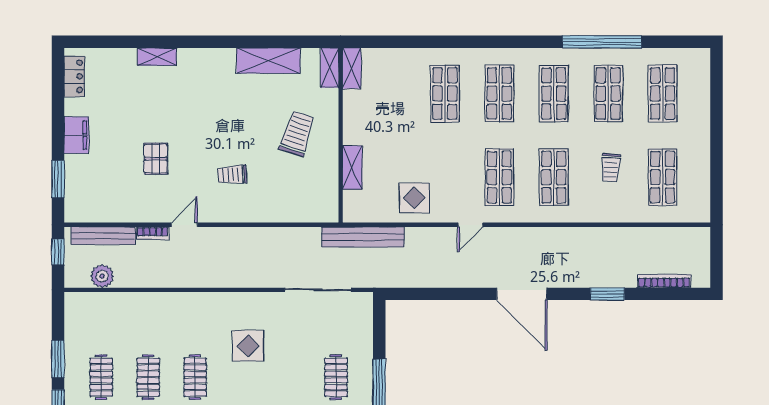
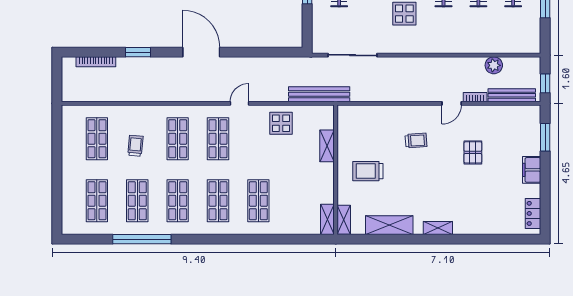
shelving: (157, 57) -> (438, 228), moved
trolley: (297, 134) -> (368, 171), turned 72
plant: (102, 276) -> (494, 65), moved

